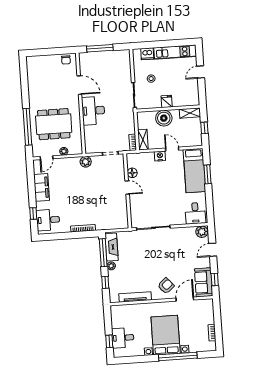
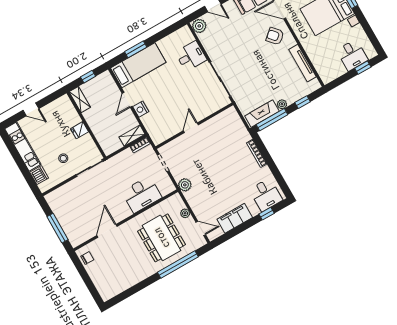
desk: (93, 111) -> (142, 194), moved
boiler: (164, 118) -> (99, 125), removed
floor lamp: (132, 173) -> (173, 130), removed
desk: (195, 213) -> (191, 56), moved

